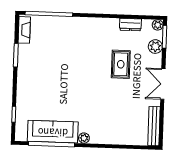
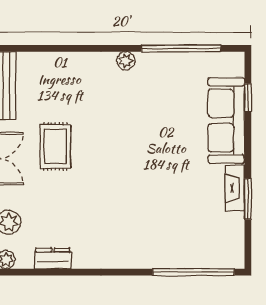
fireplace: (24, 30) -> (235, 188), moved
rug: (121, 64) -> (55, 146), moved
sofa: (53, 132) -> (226, 120), moved, turned 90

